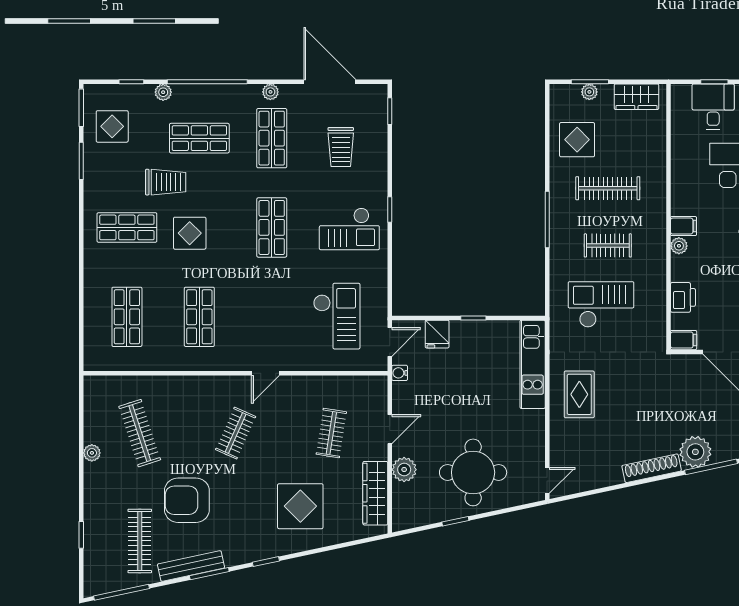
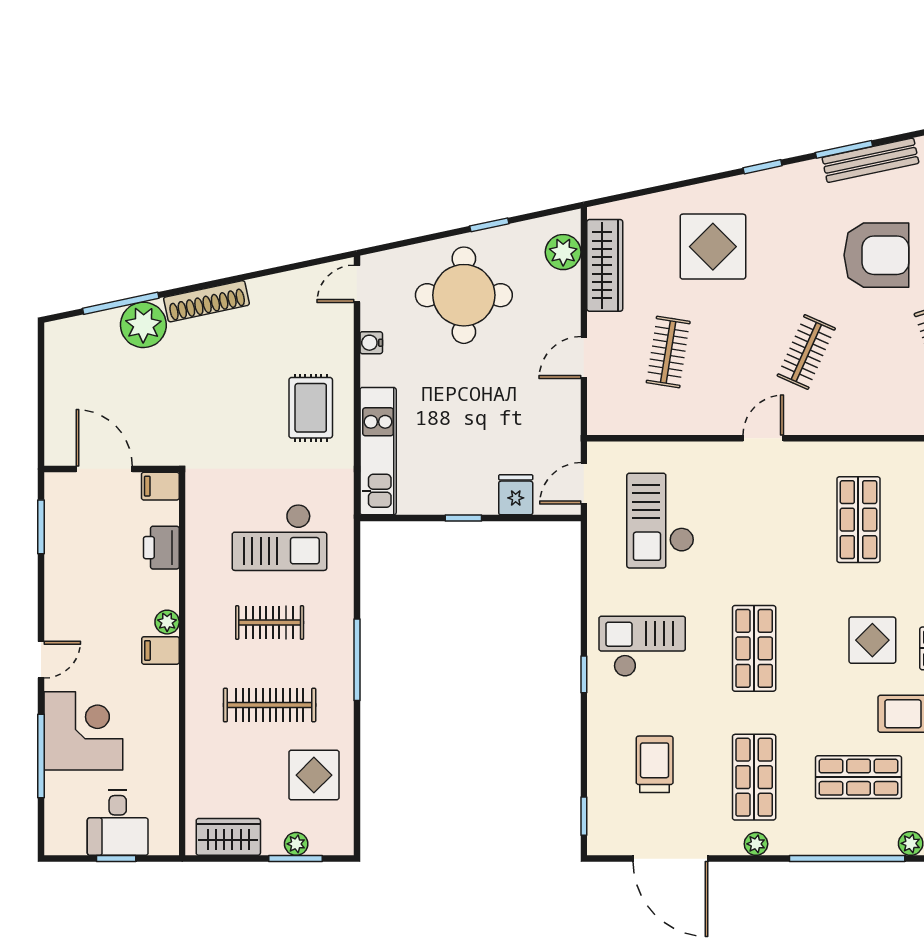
water cooler: (400, 373) -> (371, 343), moved, turned 180
plant: (404, 470) -> (563, 252), moved

